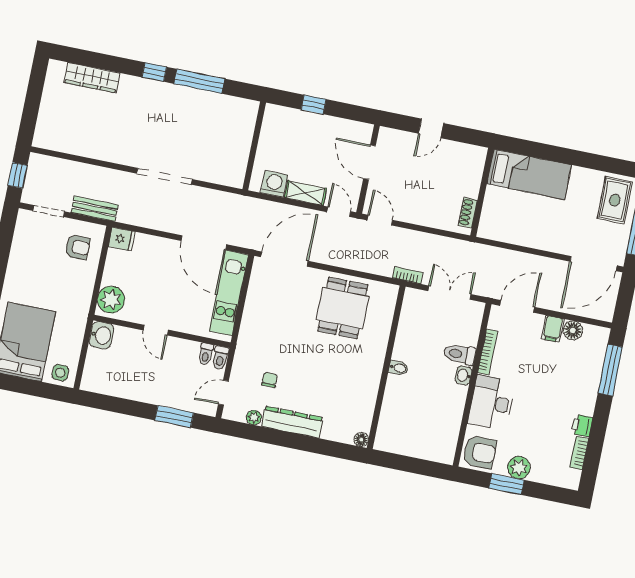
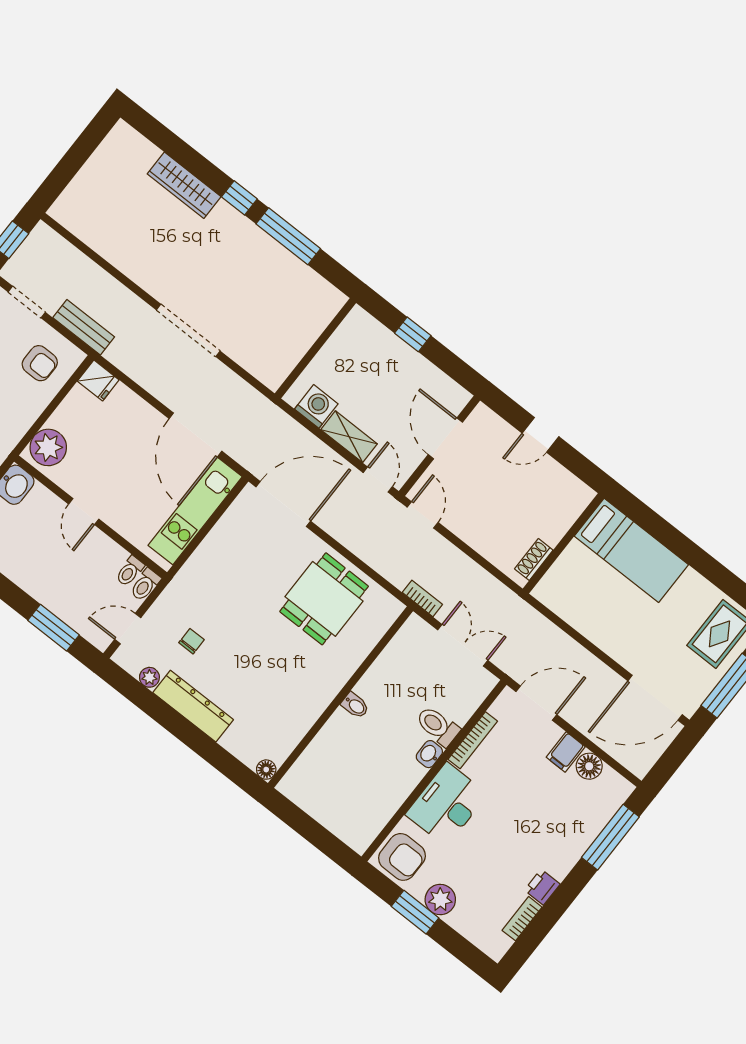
wardrobe: (92, 78) -> (184, 185), moved

